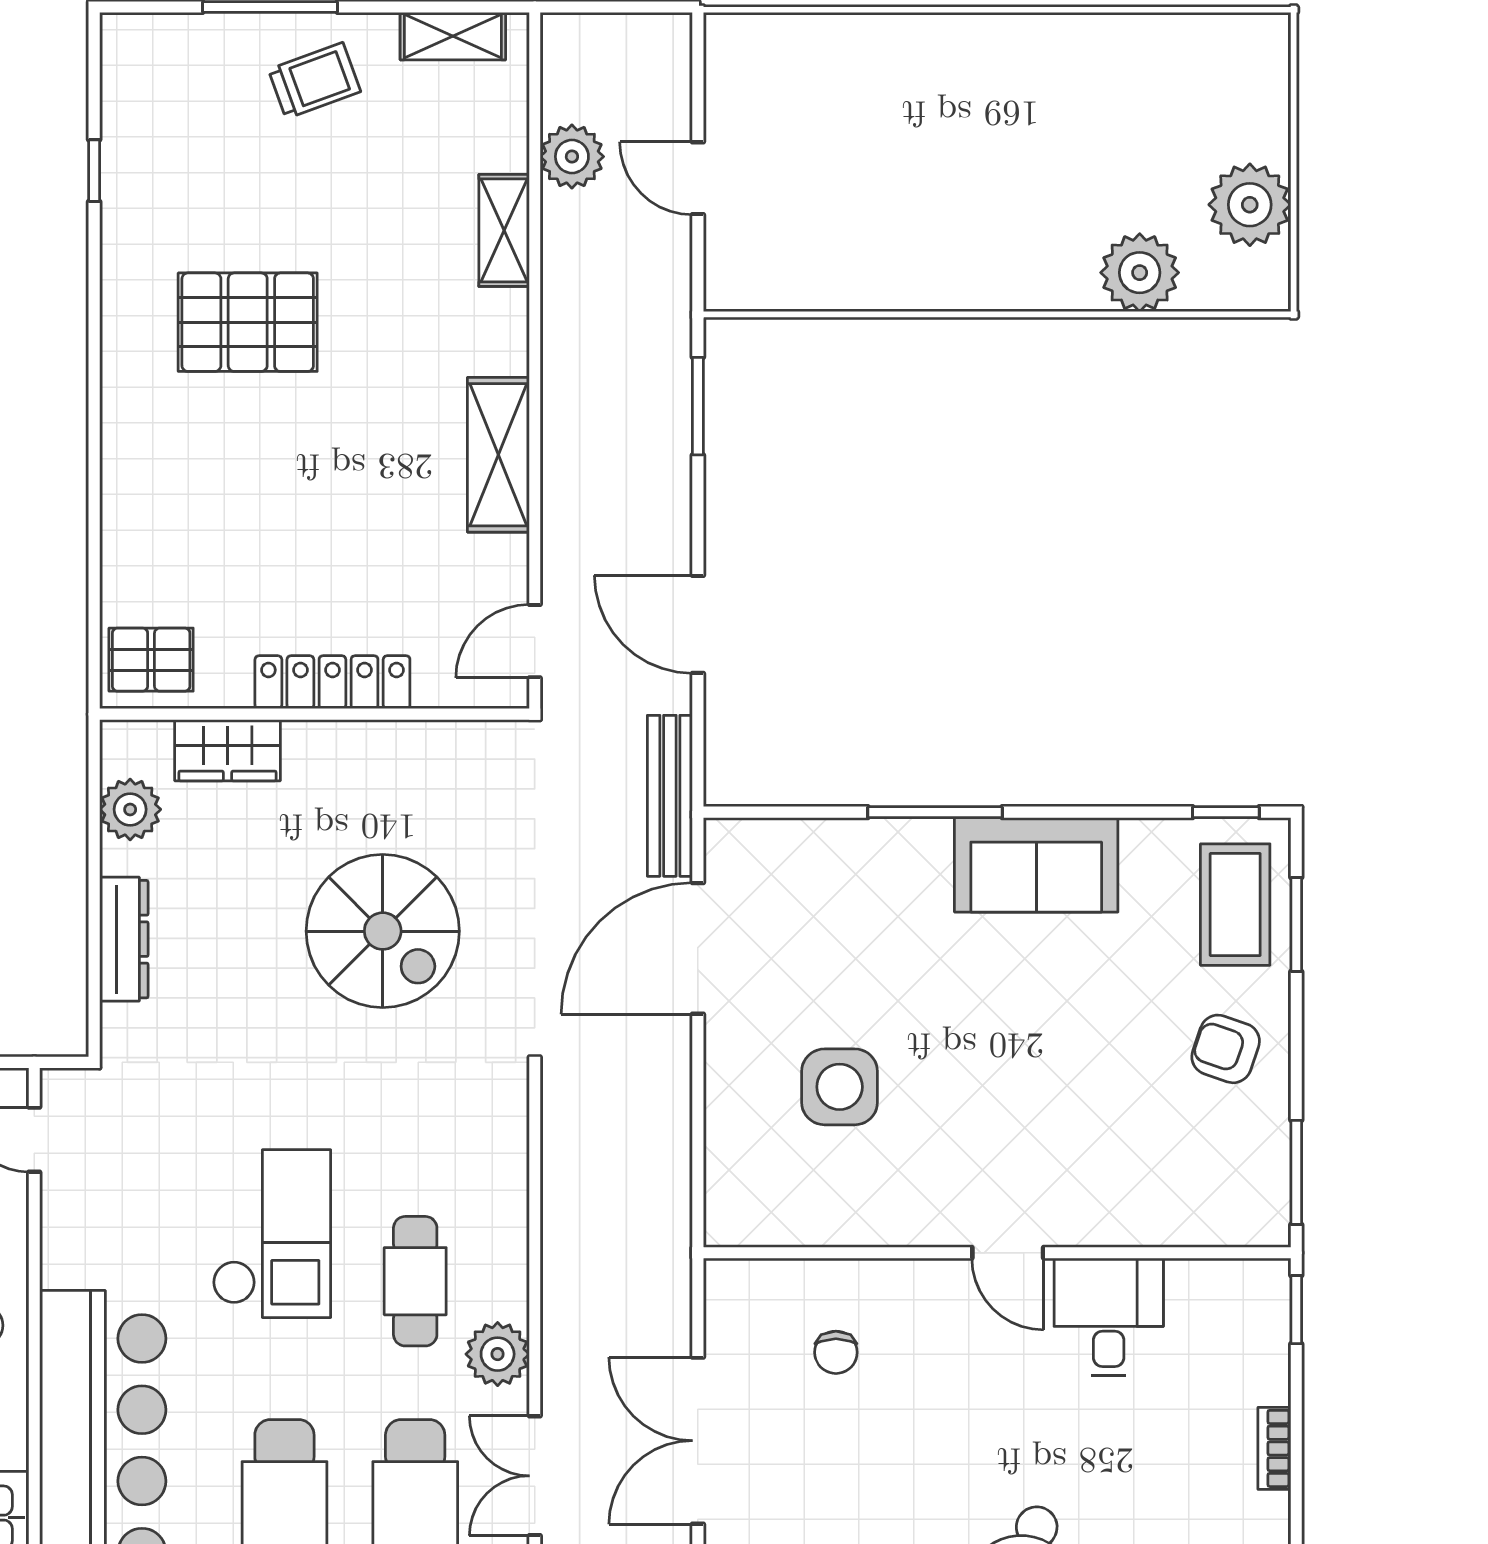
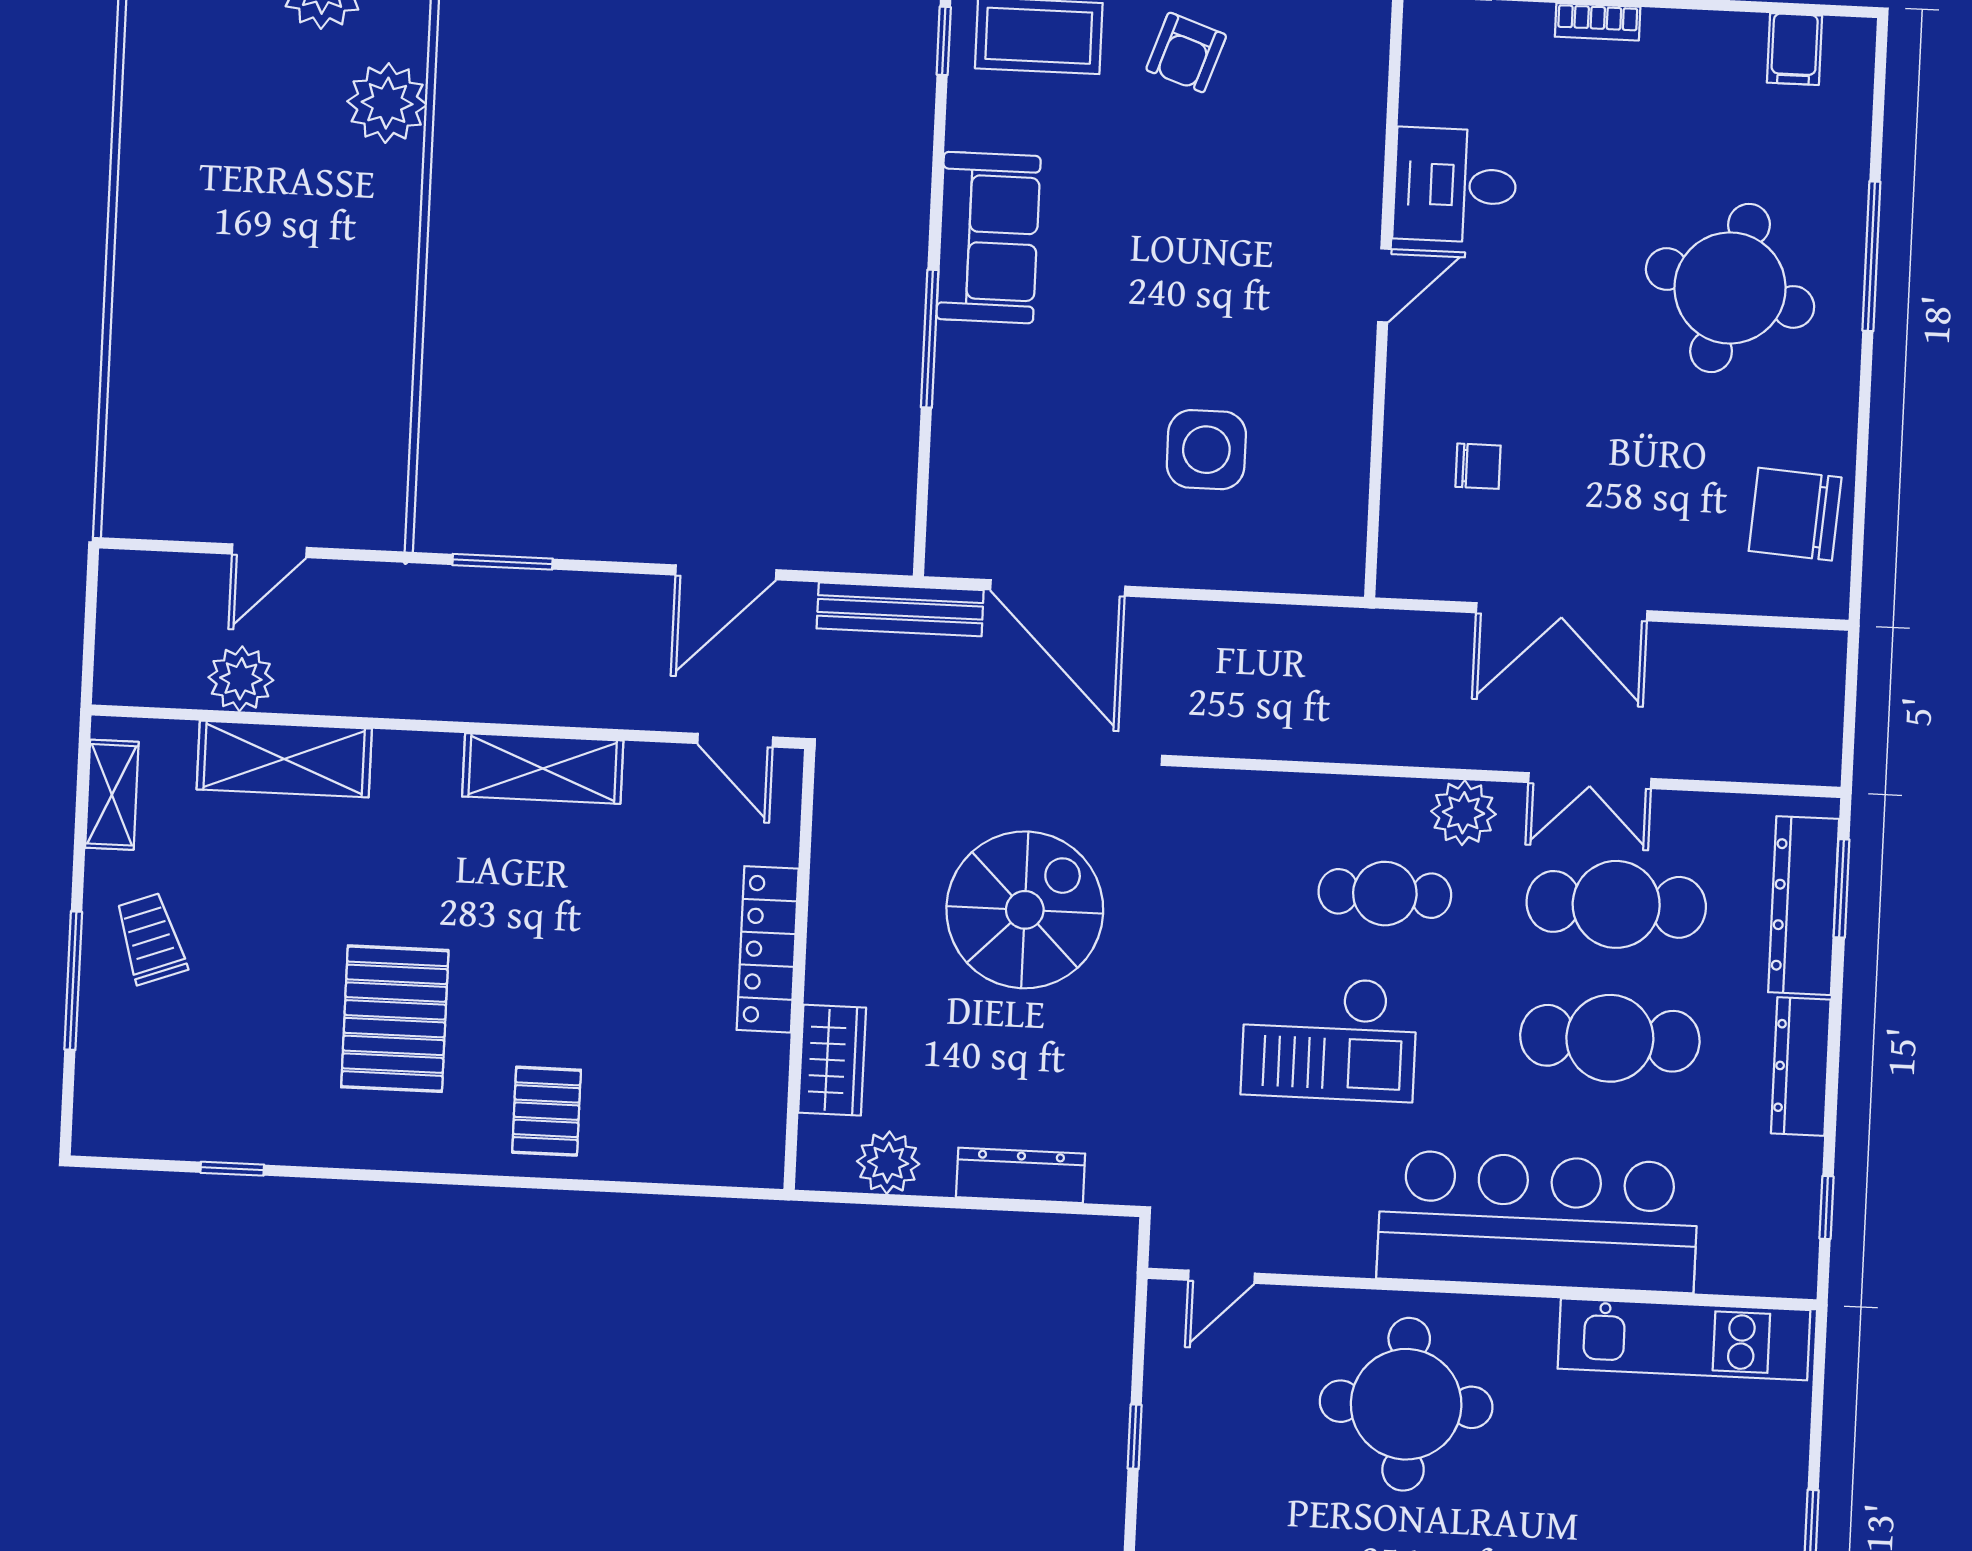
shelving: (504, 230) -> (284, 759), width x1.50, depth x1.33
pallet: (151, 660) -> (547, 1111), moved
checkout: (272, 1234) -> (1329, 1038), turned 180

